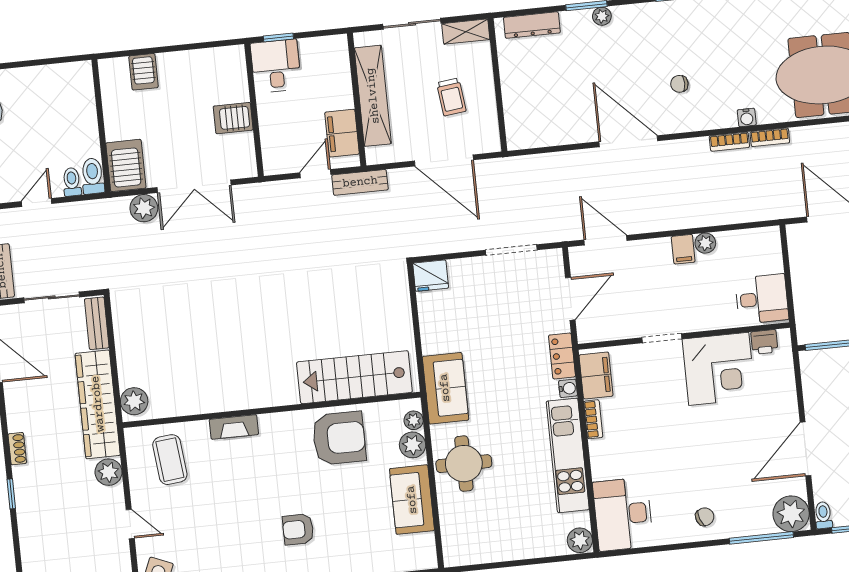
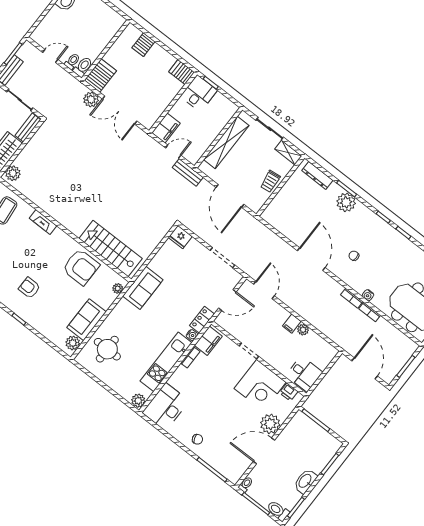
plant: (602, 16) -> (346, 202), width x1.88, depth x1.88
trolley: (451, 97) -> (270, 181), moved
server rack: (233, 118) -> (182, 72), moved
filing cabinet: (342, 133) -> (166, 128), moved, turned 180
plant: (413, 445) -> (73, 343), moved
round table: (464, 464) -> (107, 349), moved
plant: (791, 514) -> (270, 424), moved

